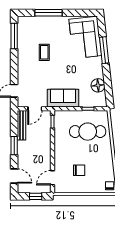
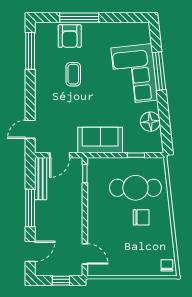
armchair: (42, 26) -> (70, 36), added
corner sofa: (85, 37) -> (134, 74), moved
window: (14, 146) -> (30, 208), width x1.44
chair: (79, 170) -> (141, 217), moved
door: (14, 176) -> (30, 251), hinge flipped
door: (52, 178) -> (85, 254), swing flipped

